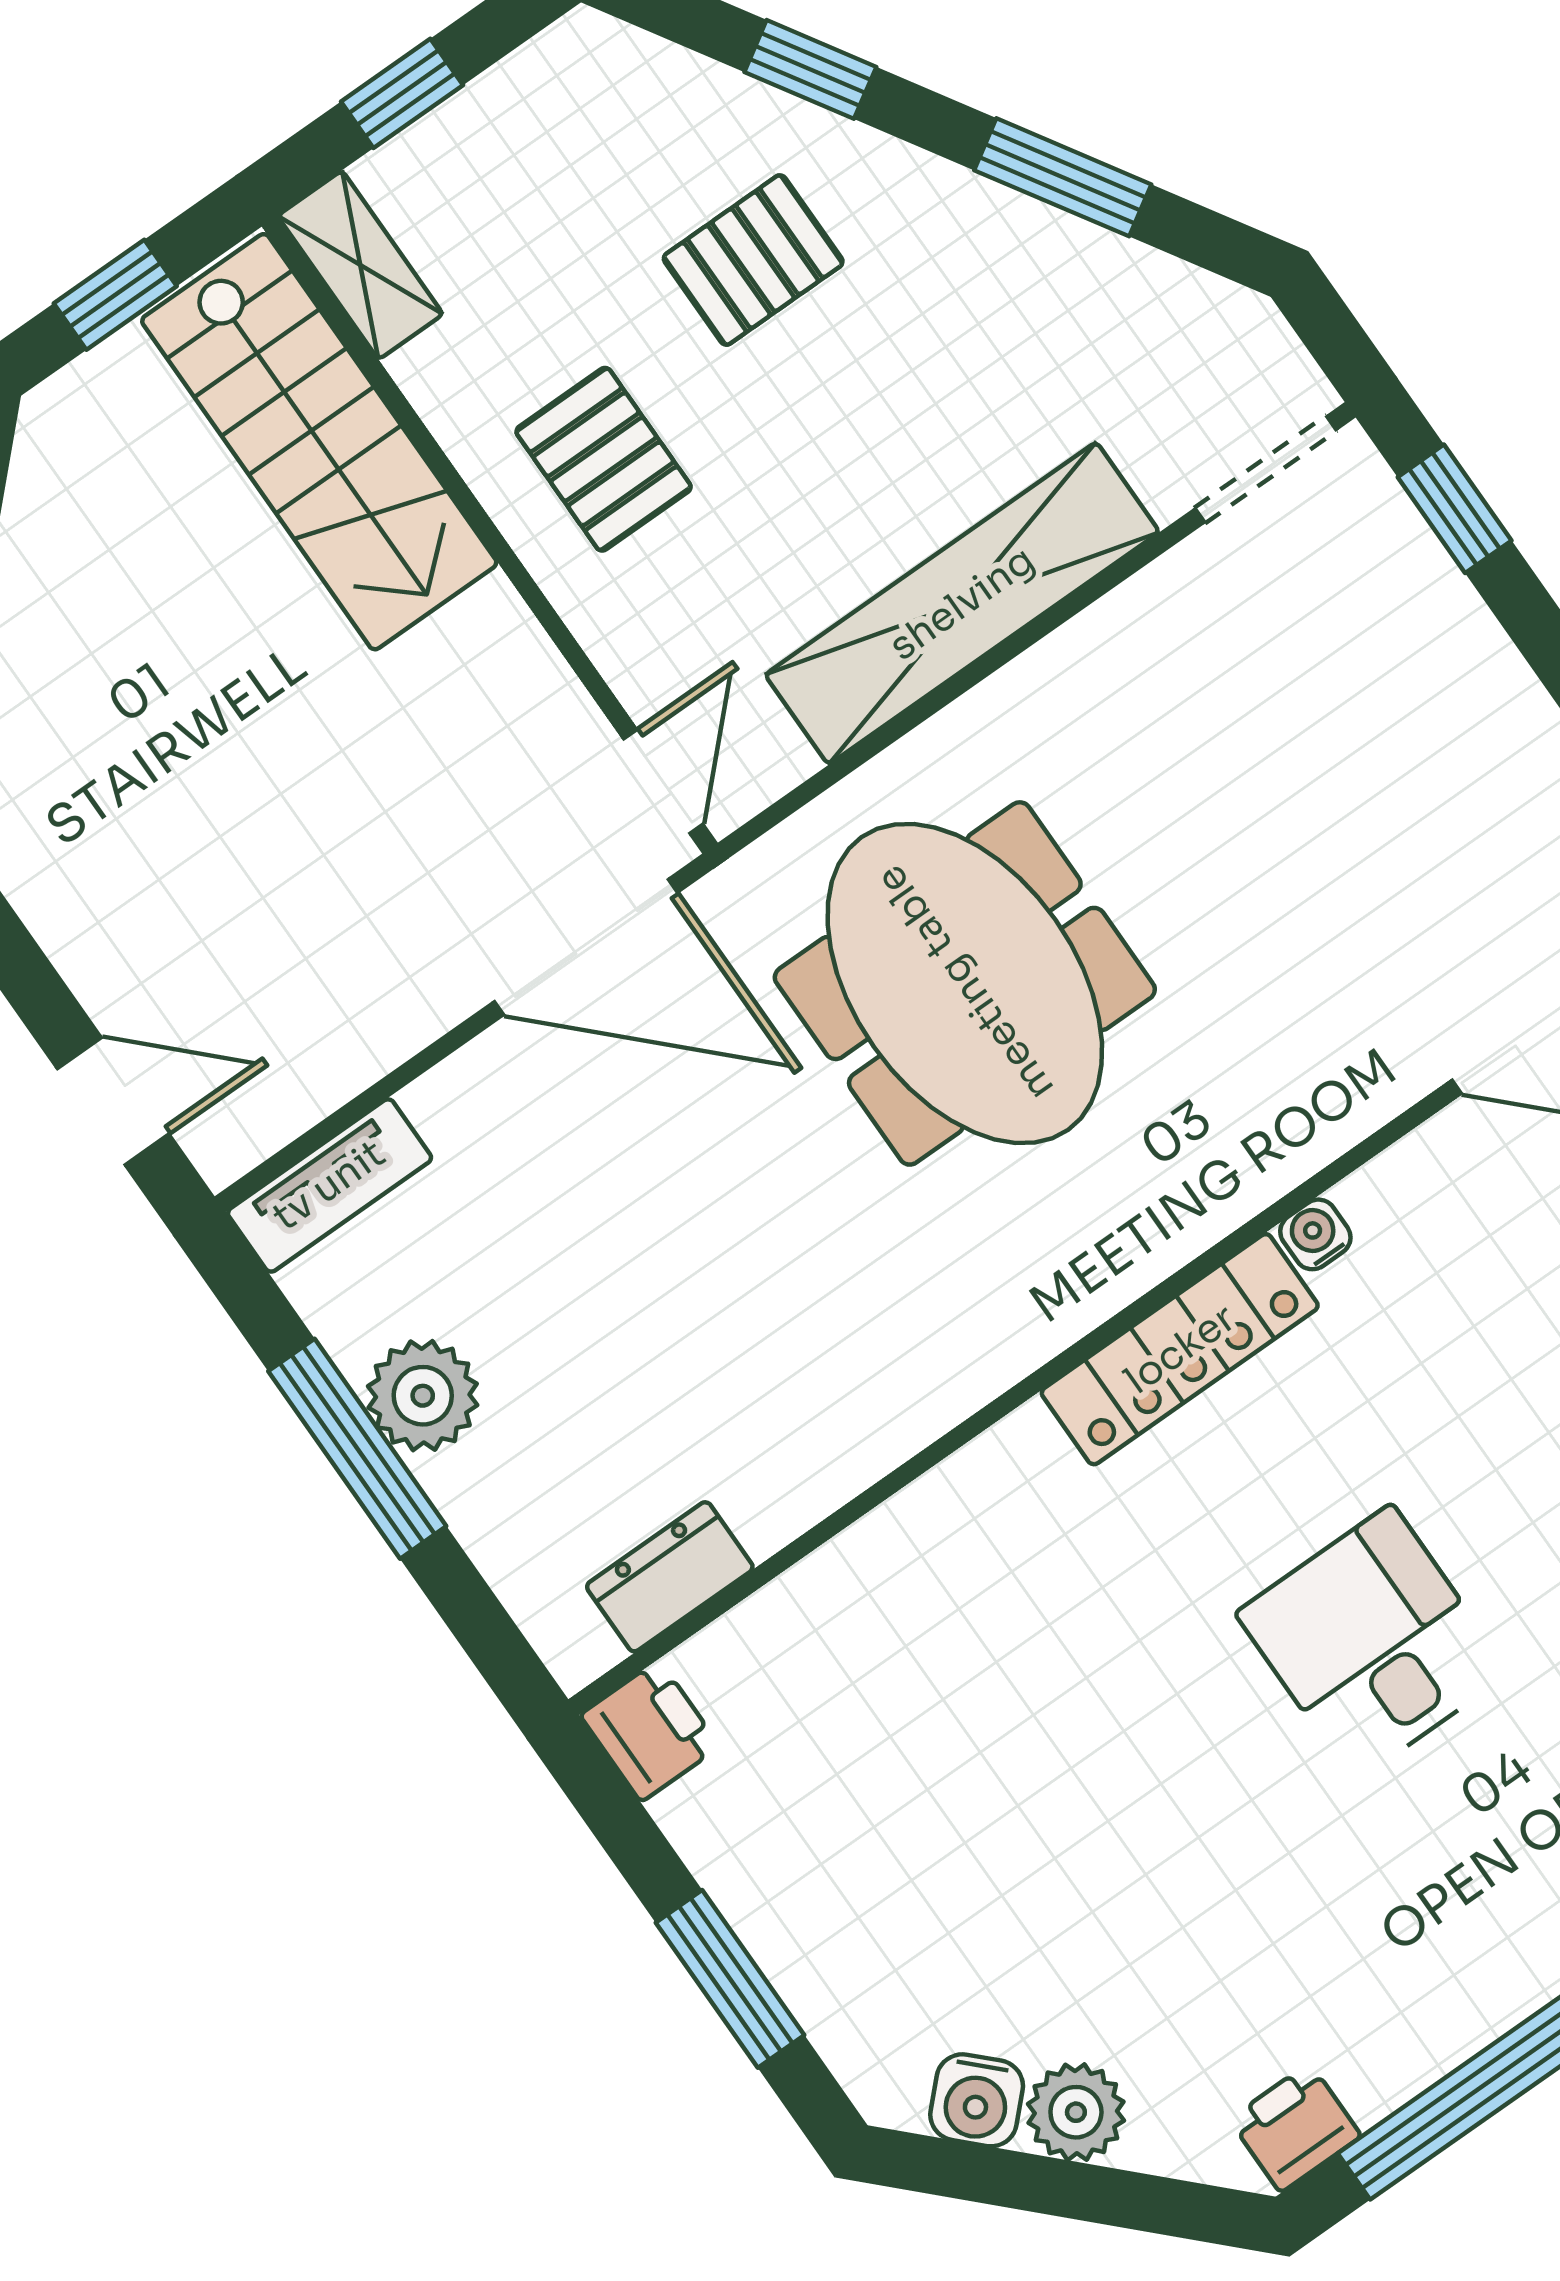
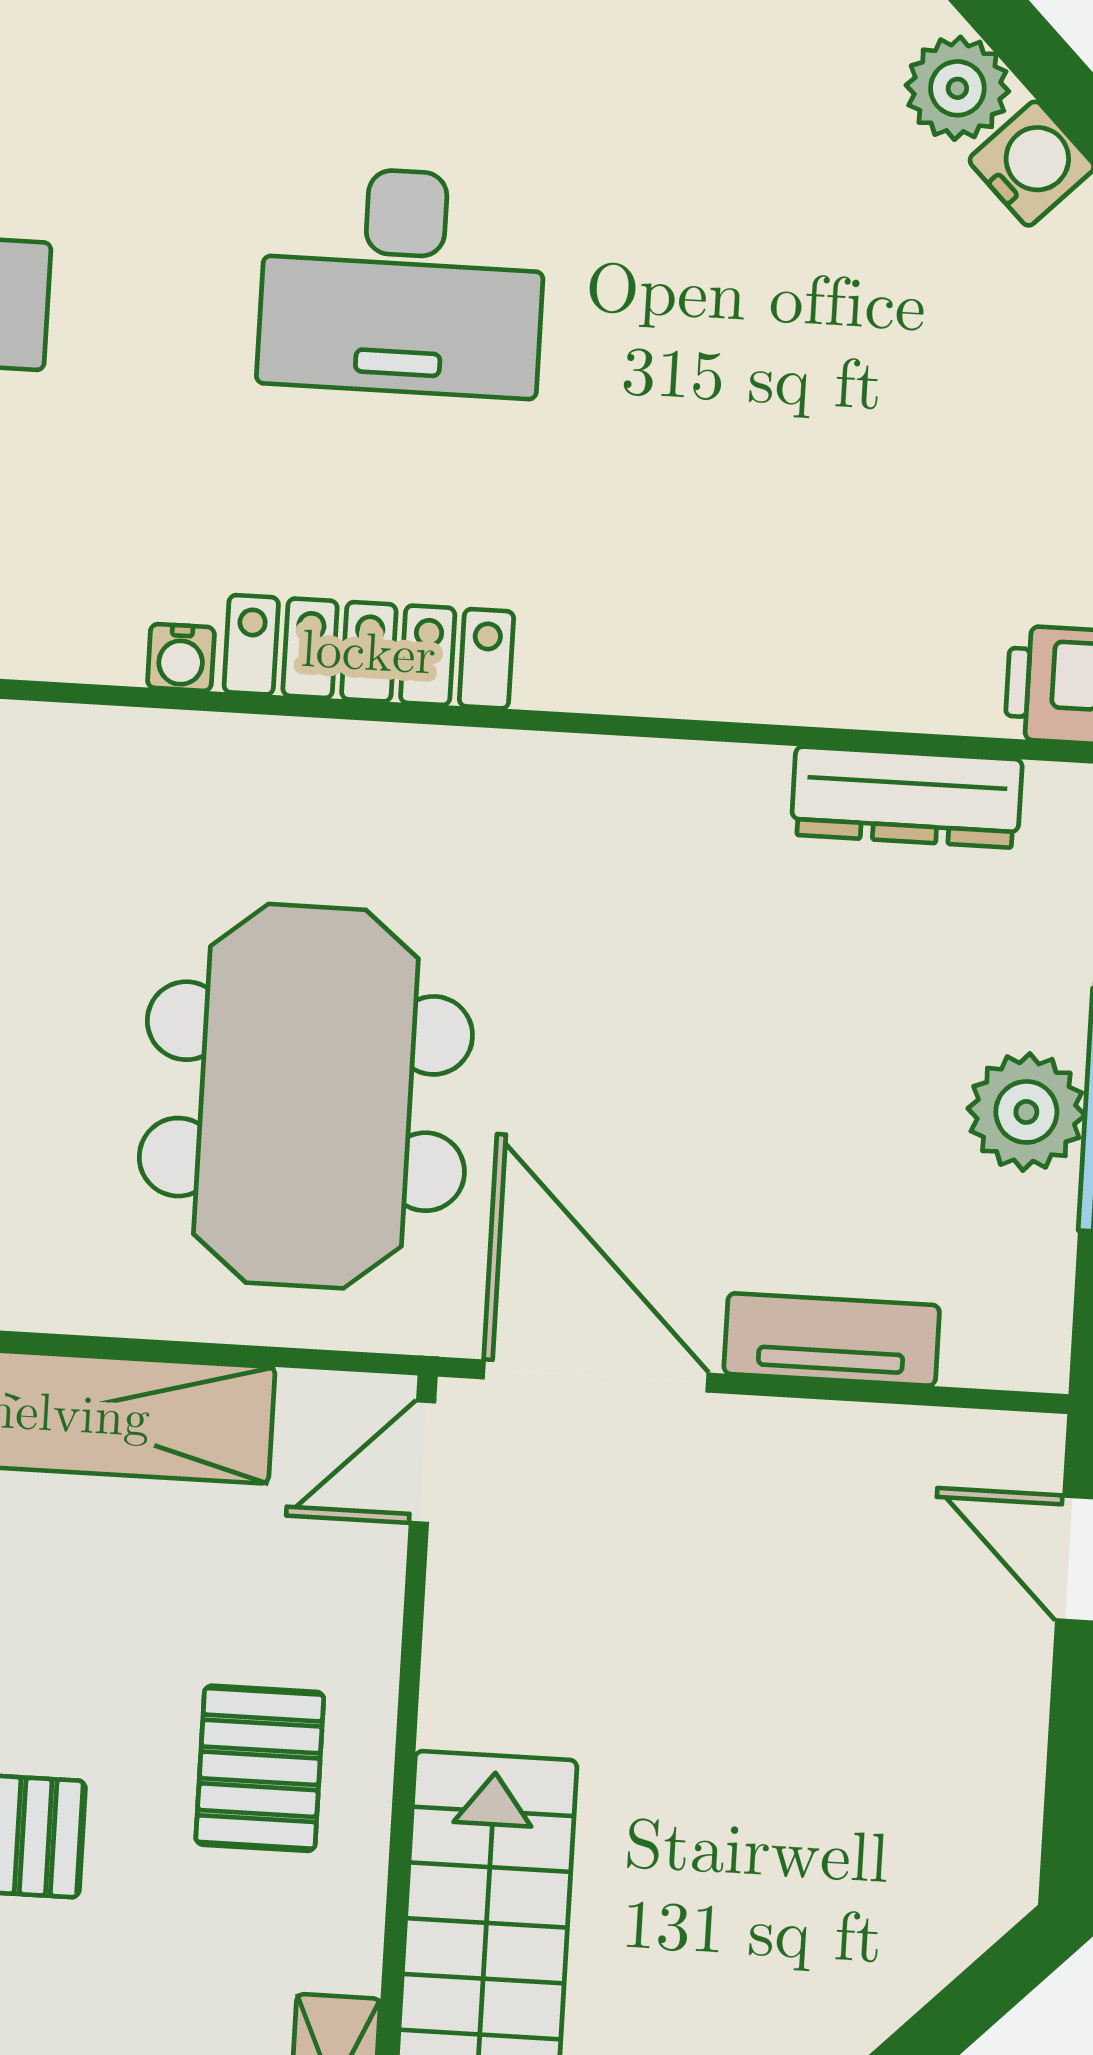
tv unit: (329, 1185) -> (832, 1339), moved
dresser: (670, 1577) -> (907, 797), width x1.44
desk: (1373, 1643) -> (402, 281), width x1.37

